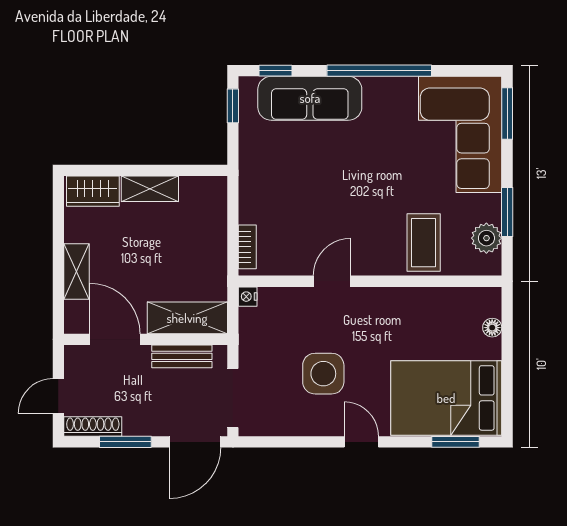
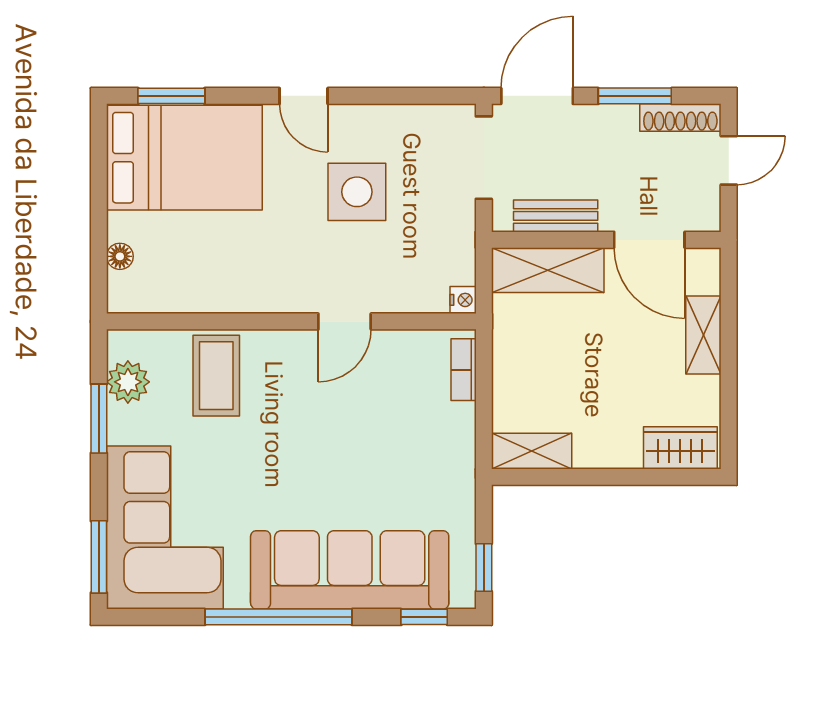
sofa: (310, 98) -> (350, 570), width x1.36, depth x1.27
shelving: (150, 189) -> (532, 451), moved

